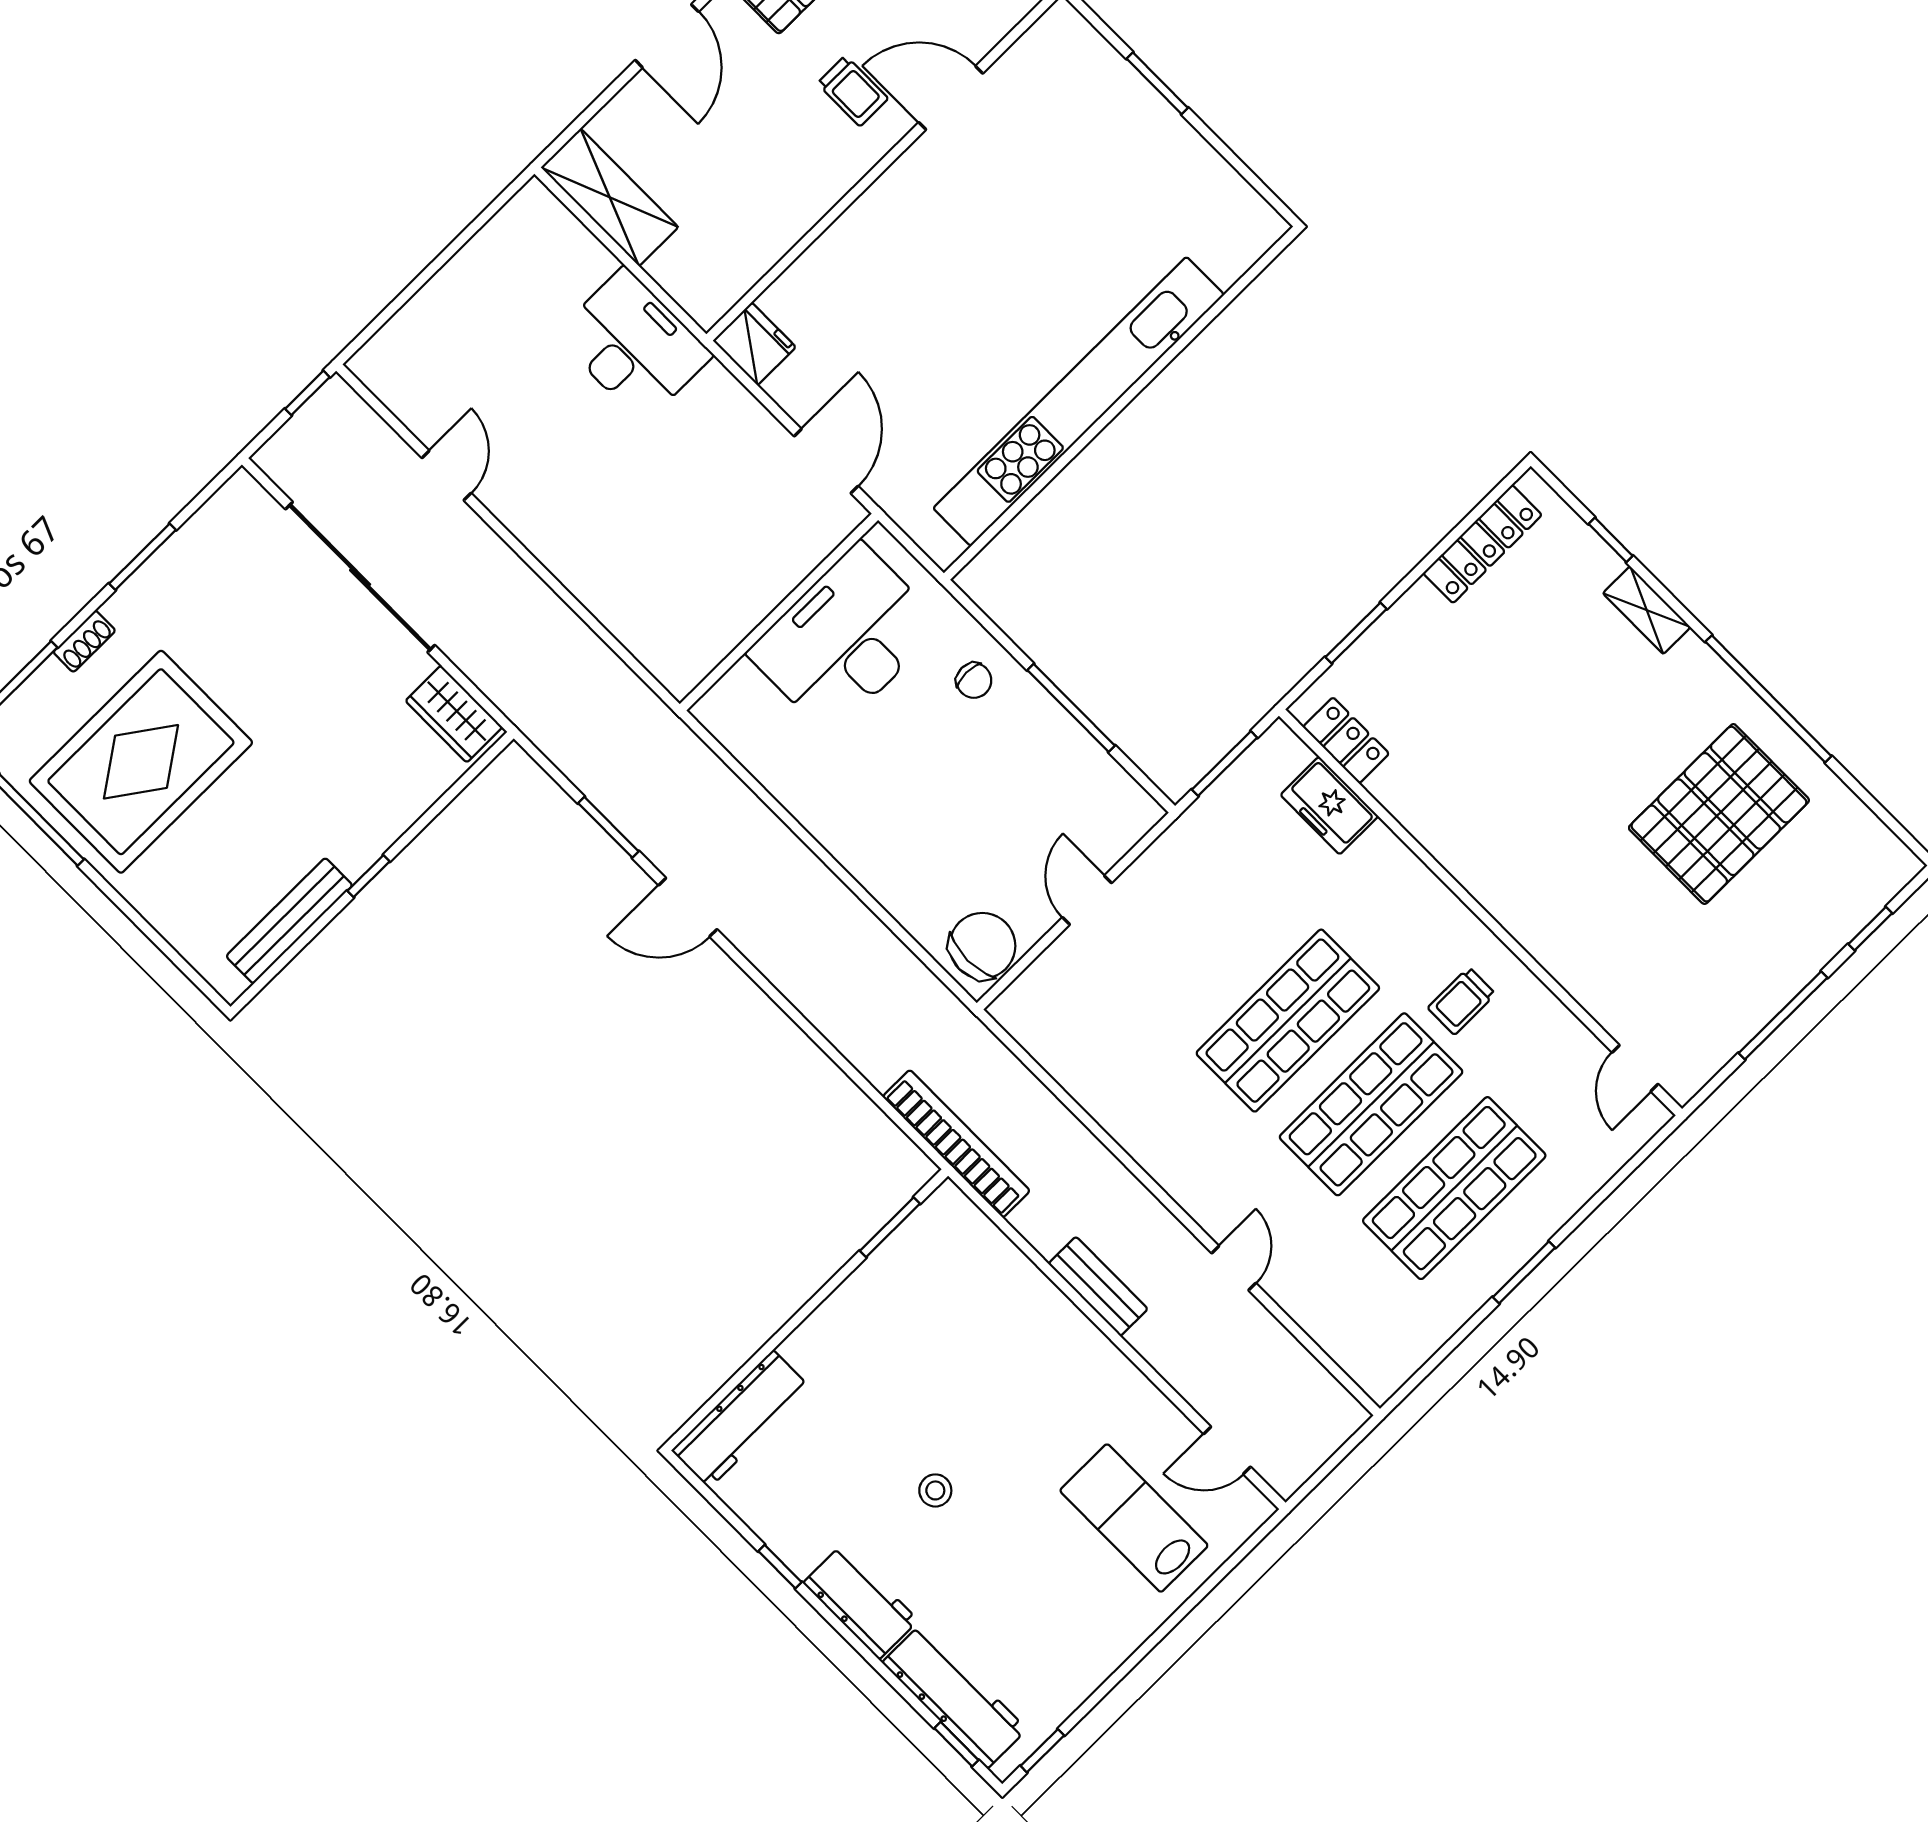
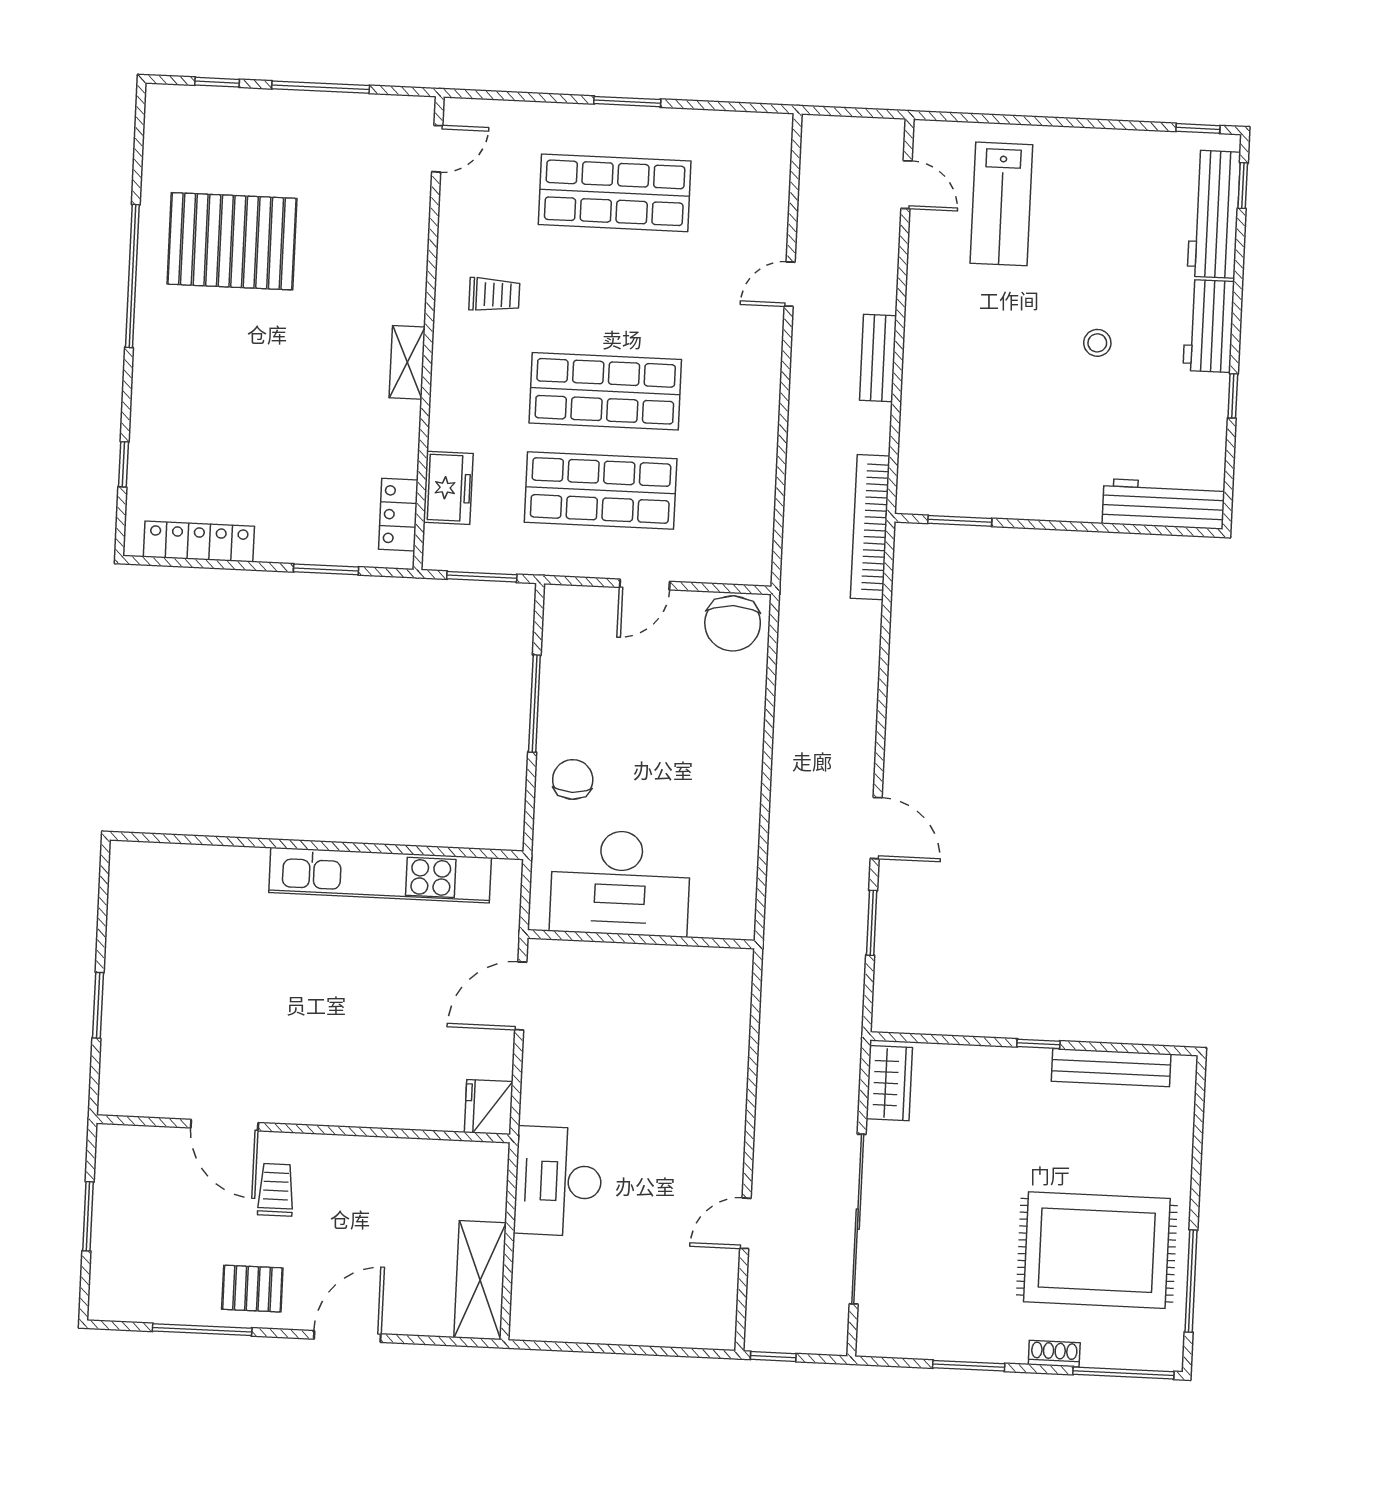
kitchen unit: (1079, 401) -> (380, 875), width x0.73
shelving: (1647, 610) -> (407, 362), moved
chair: (974, 680) -> (573, 780), width x1.37, depth x1.37
chair: (982, 946) -> (733, 623), turned -90
shop shelf: (1371, 1104) -> (601, 490), moved

